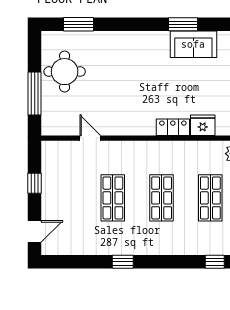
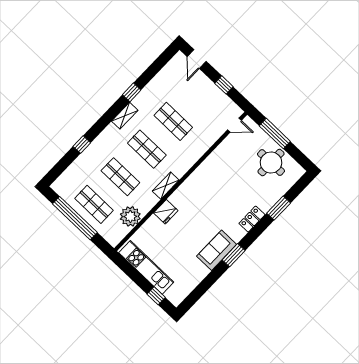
window: (79, 24) -> (279, 208), moved
locker: (173, 127) -> (252, 219), moved, turned 180
door: (90, 138) -> (234, 125), moved
shelving: (179, 148) -> (166, 186), added
shelving: (150, 248) -> (125, 116), added

